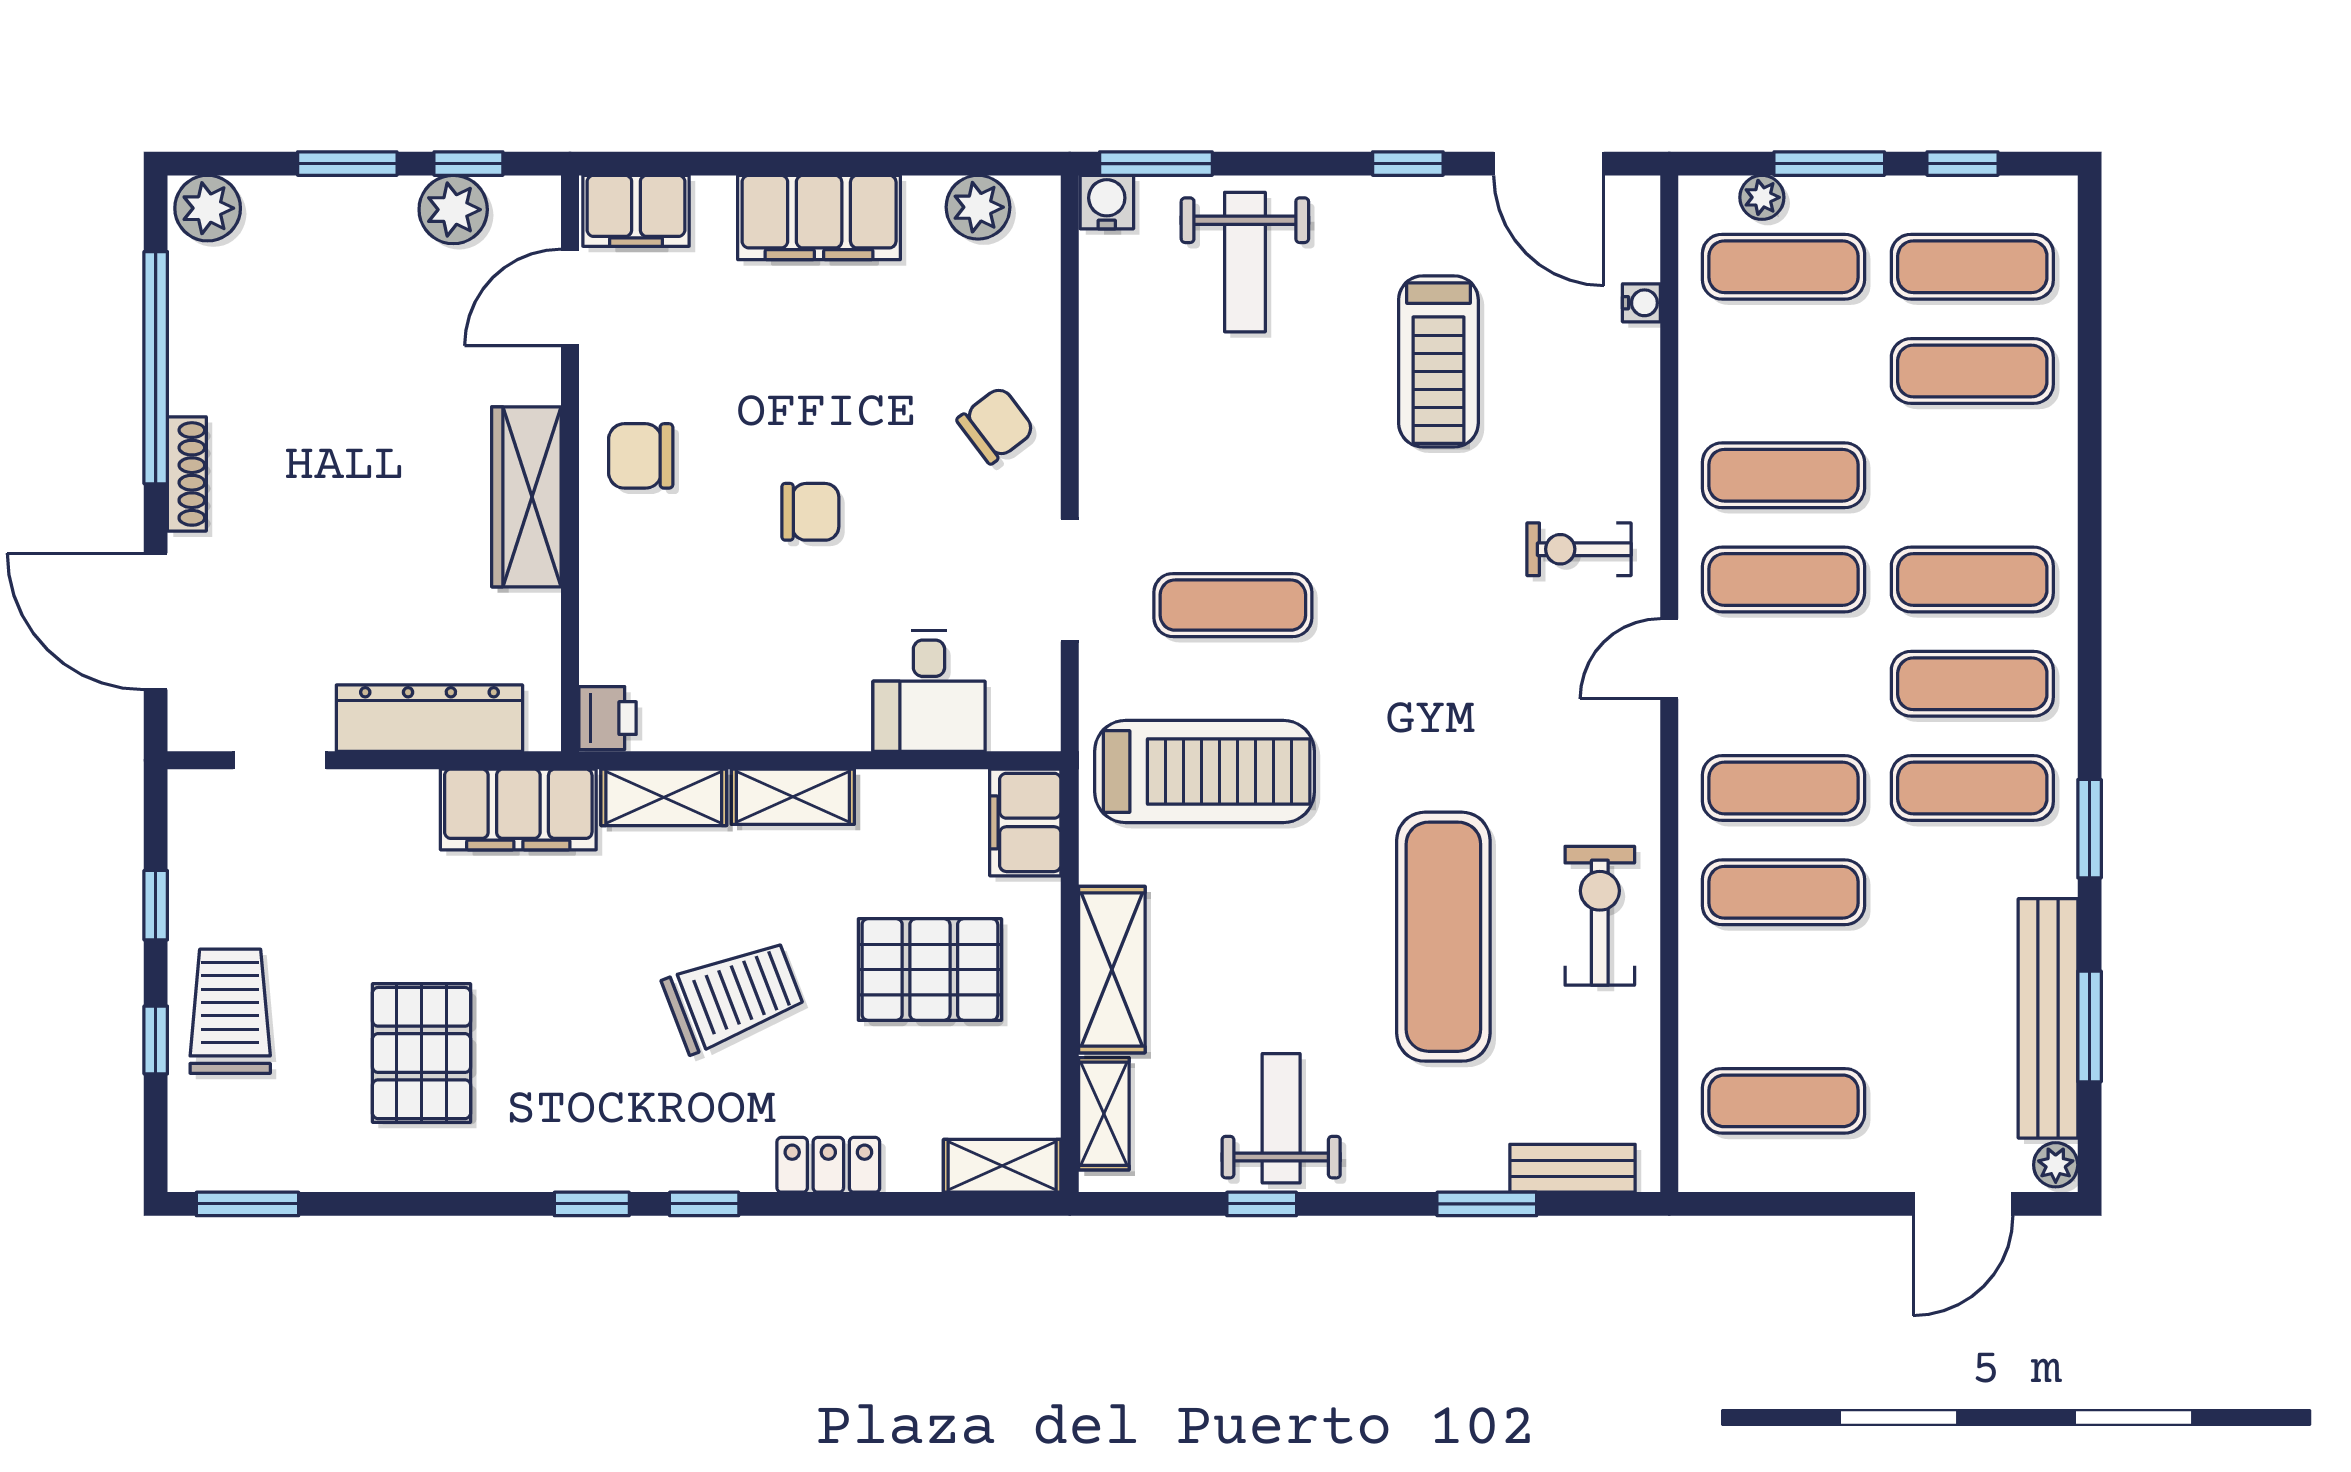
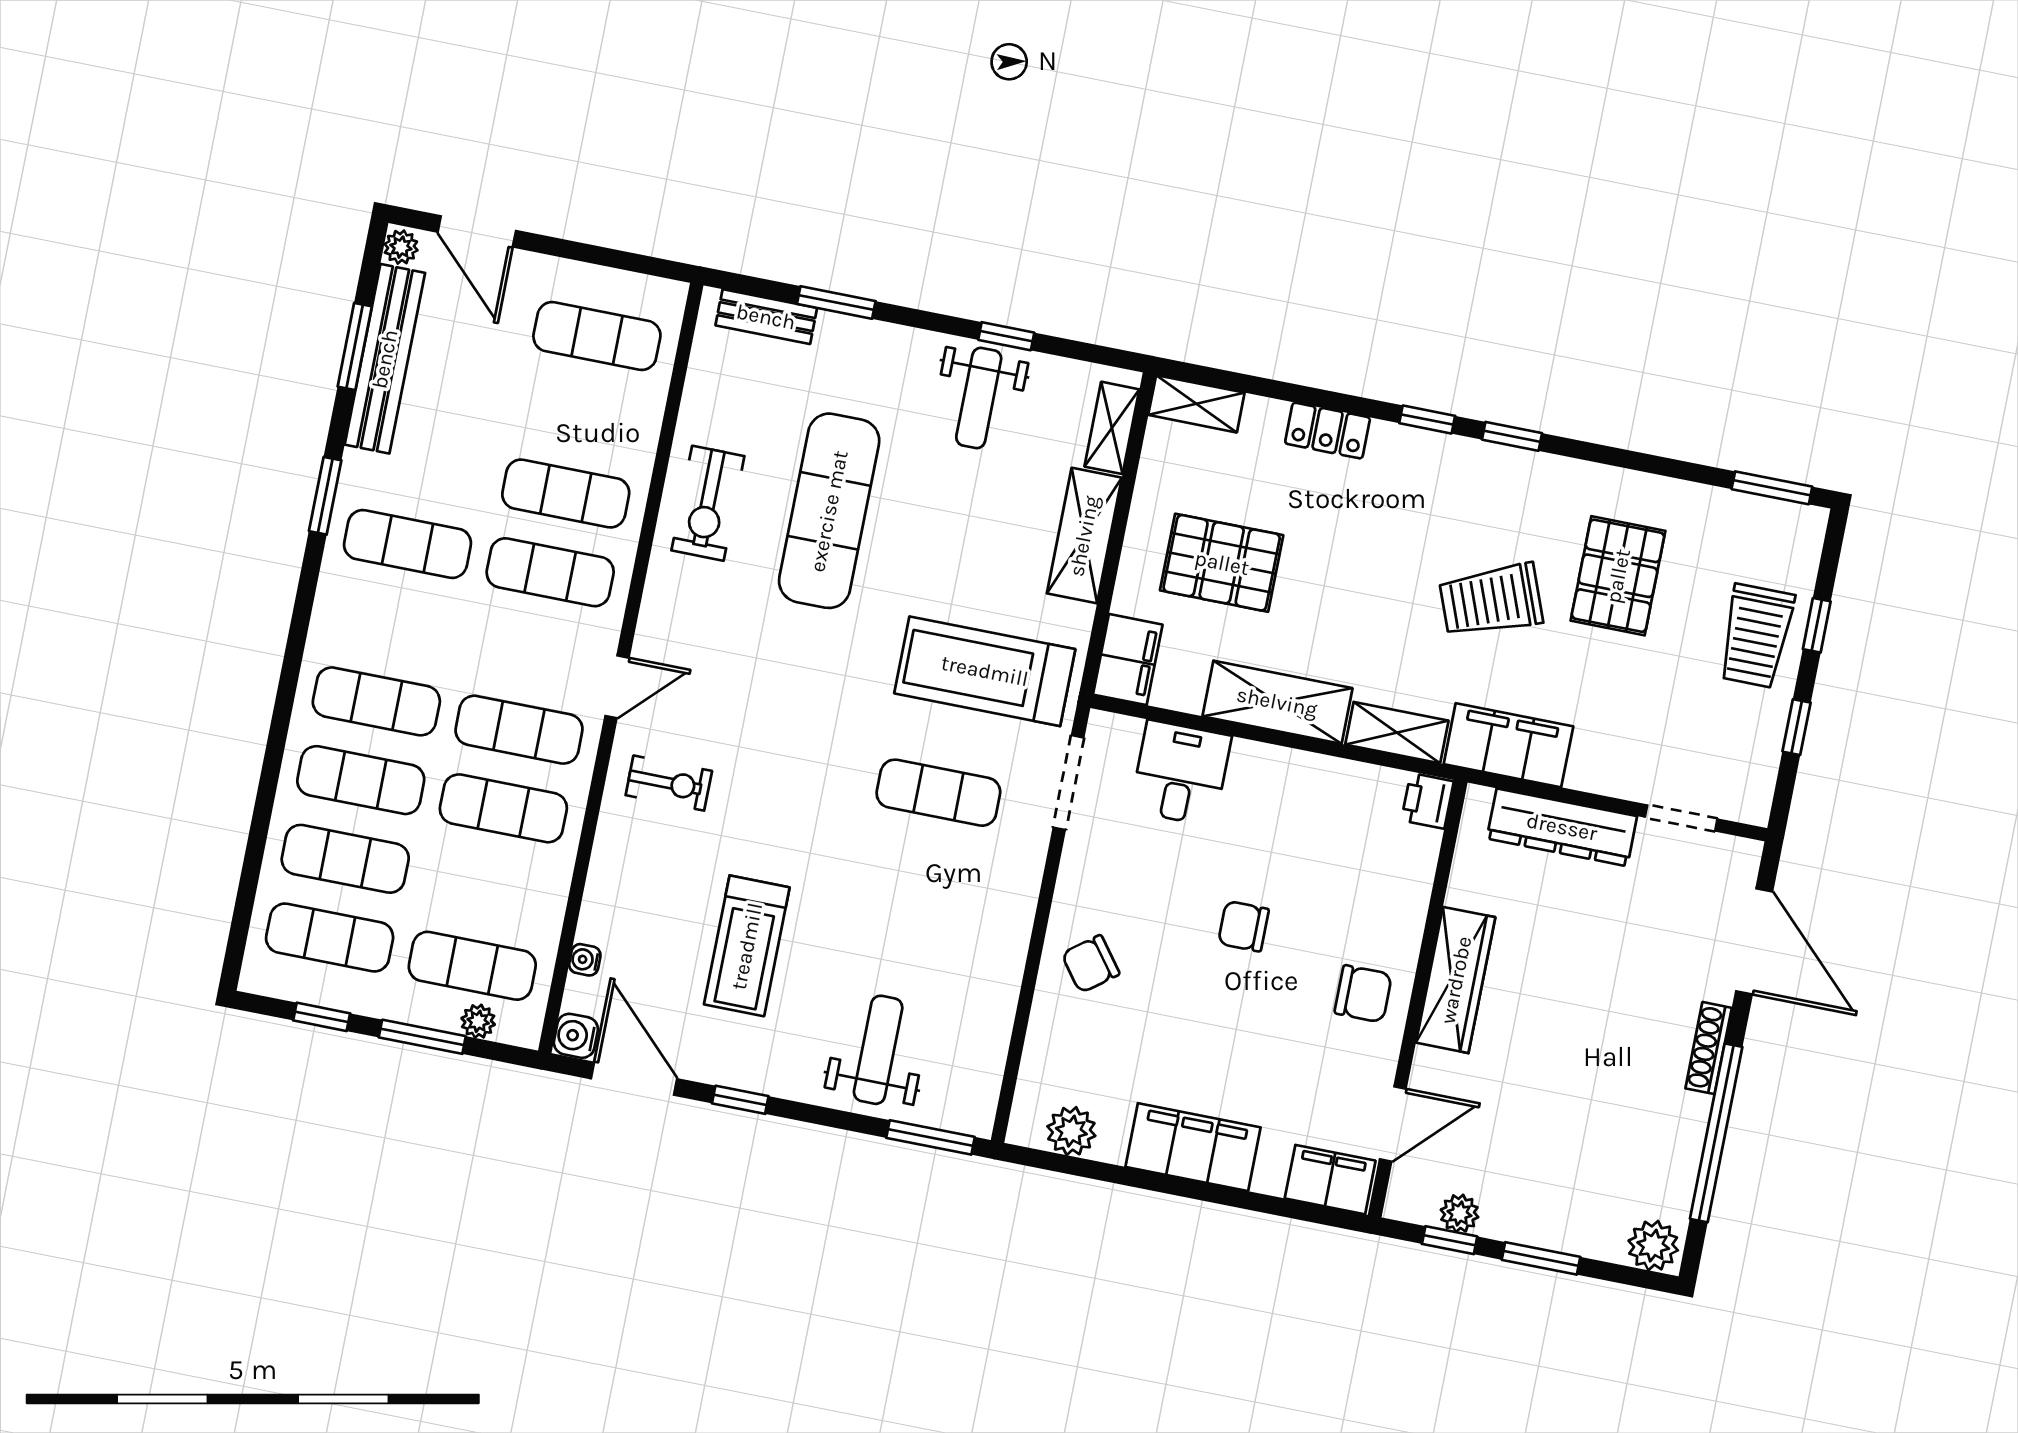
water cooler: (1107, 202) -> (576, 1036), moved, turned 90
plant: (453, 210) -> (1459, 1213), width x0.73, depth x0.73
treadmill: (1438, 361) -> (747, 946), turned 180
doorway: (1070, 580) -> (1068, 783), moved
exercise mat: (1972, 684) -> (361, 780), moved
shelving: (793, 797) -> (1277, 702), width x1.50, depth x1.33
trolley: (733, 996) -> (1491, 600), moved
door: (1963, 1204) -> (477, 231), swing flipped

